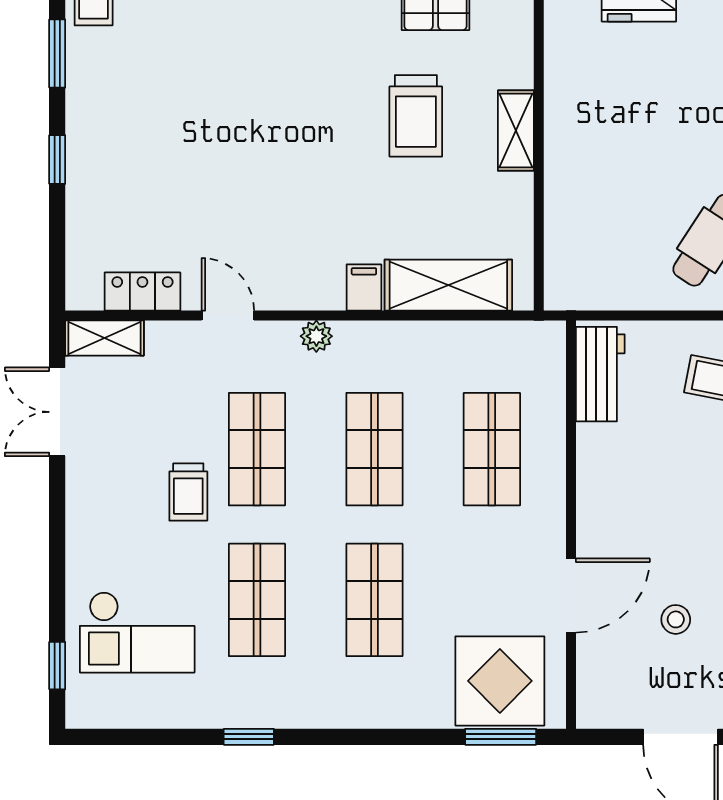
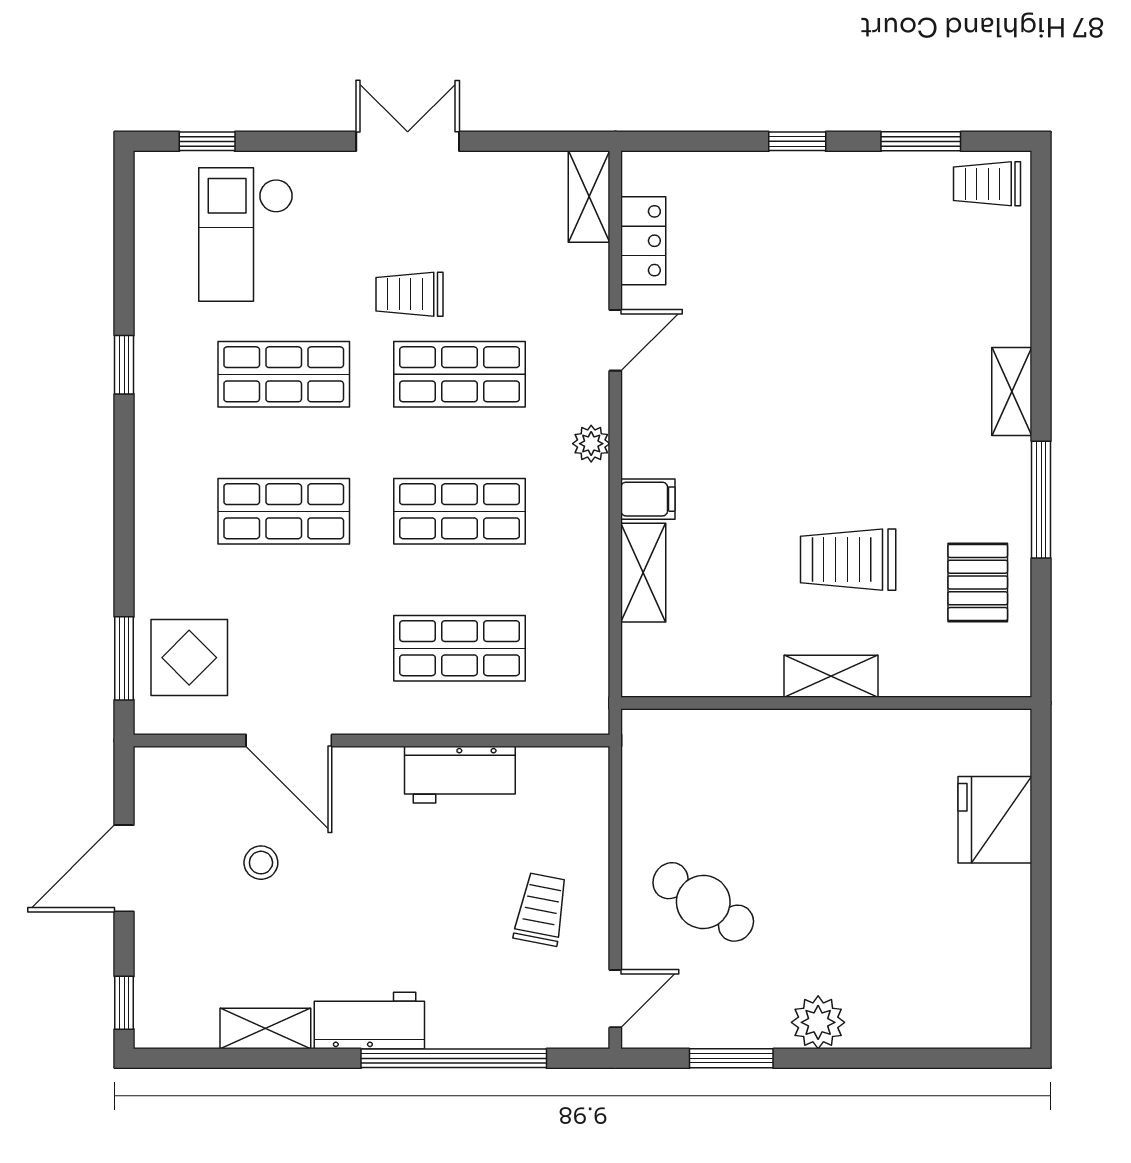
shelving: (448, 285) -> (643, 573), width x0.67, depth x0.75
workbench: (600, 374) -> (460, 775), moved
double door: (57, 412) -> (408, 141), moved
display table: (500, 681) -> (189, 658), width x0.73, depth x0.73

